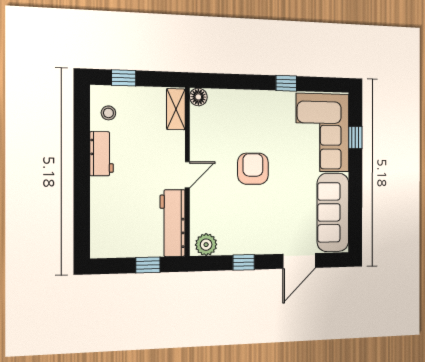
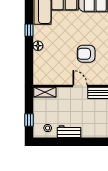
floor lamp: (198, 97) -> (38, 46), moved
armchair: (253, 169) -> (86, 54), moved

